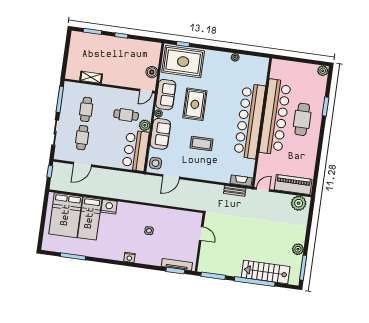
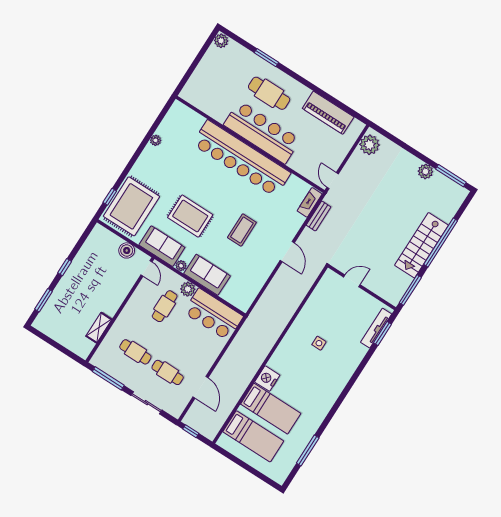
bar counter: (275, 117) -> (262, 132), width x0.73
side table: (156, 163) -> (240, 297), removed
door: (171, 177) -> (287, 252), moved
piano: (293, 184) -> (328, 113), moved, turned -90
bed: (66, 215) -> (253, 436), width x0.67
nightstand: (129, 257) -> (341, 382), removed
stairs: (266, 272) -> (422, 245), moved

